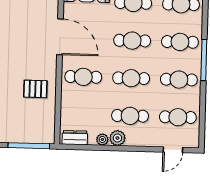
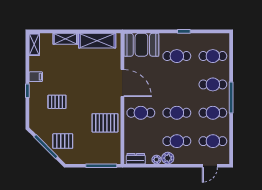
cafe table: (132, 41) -> (177, 84), removed
pallet: (35, 89) -> (105, 123), width x1.50, depth x1.42

